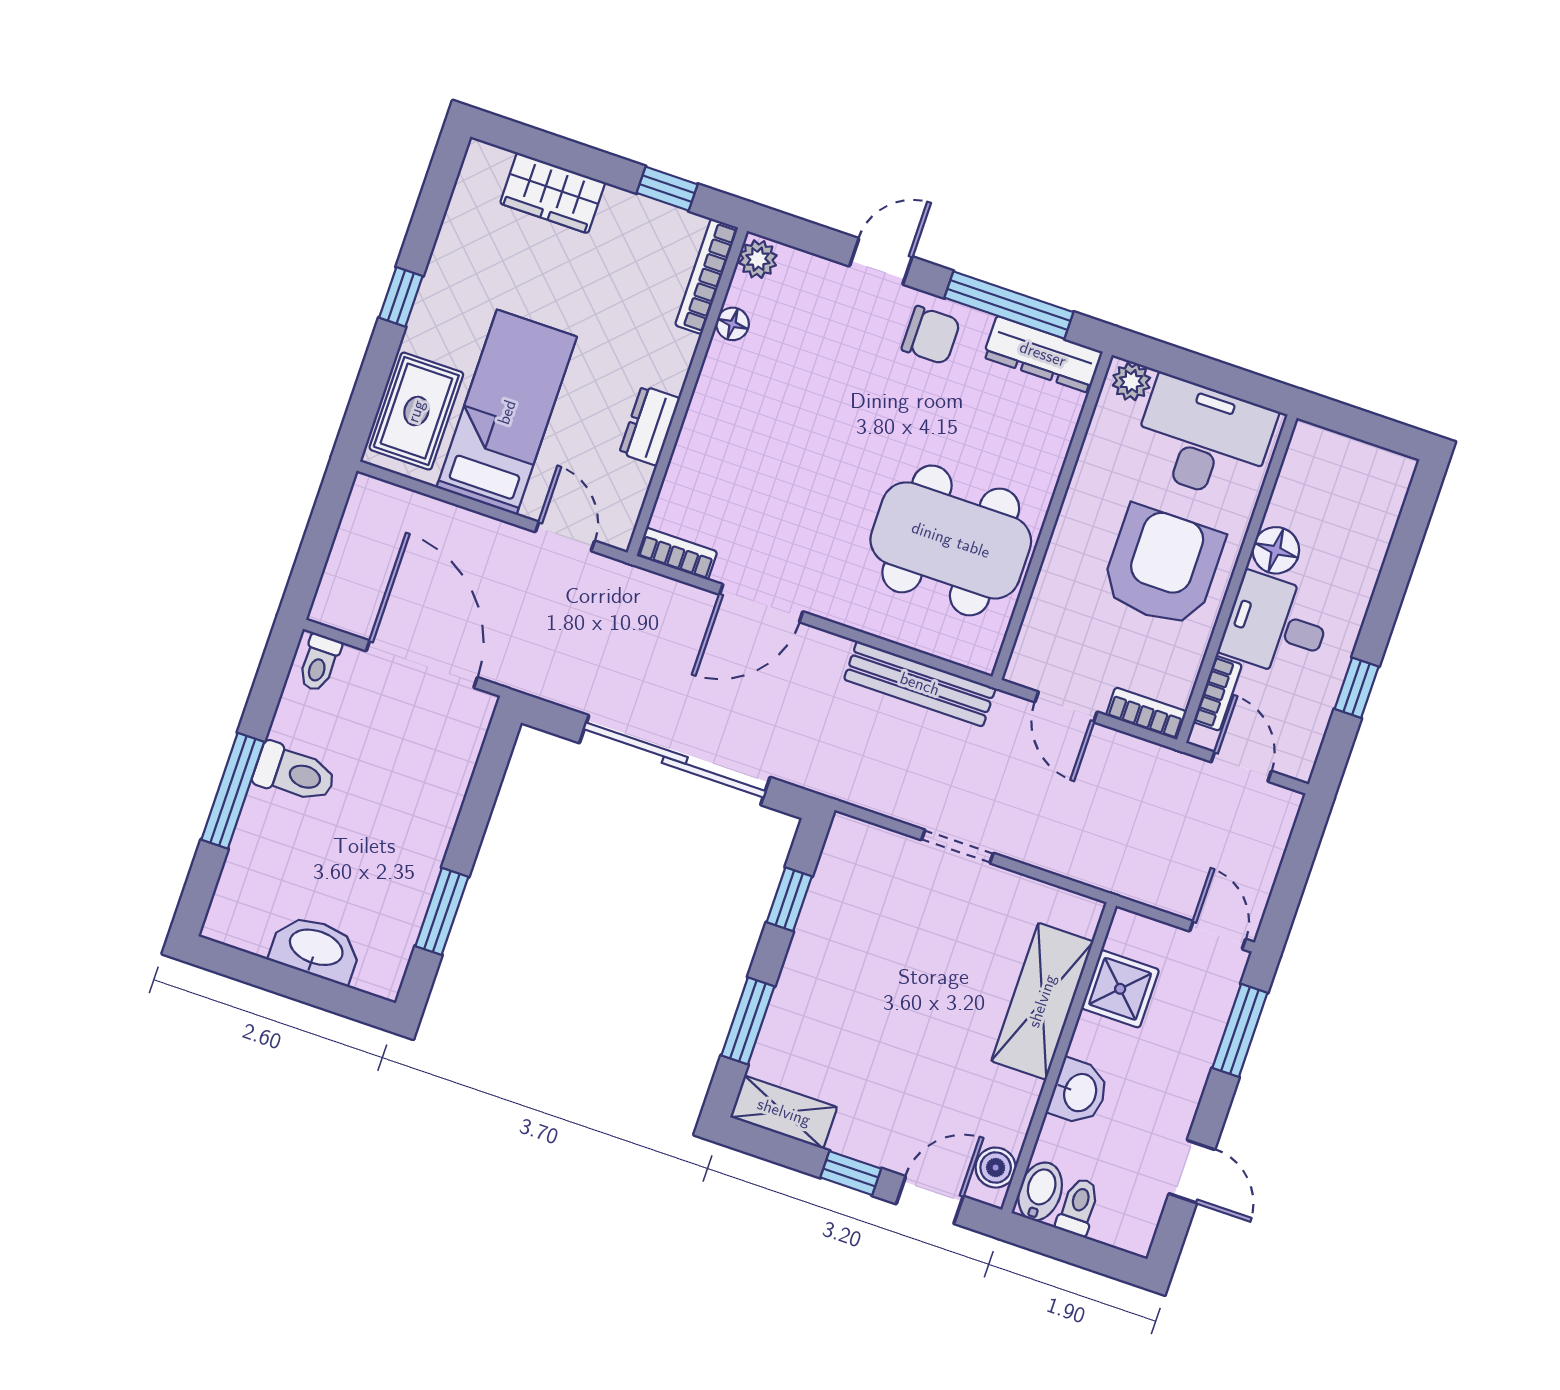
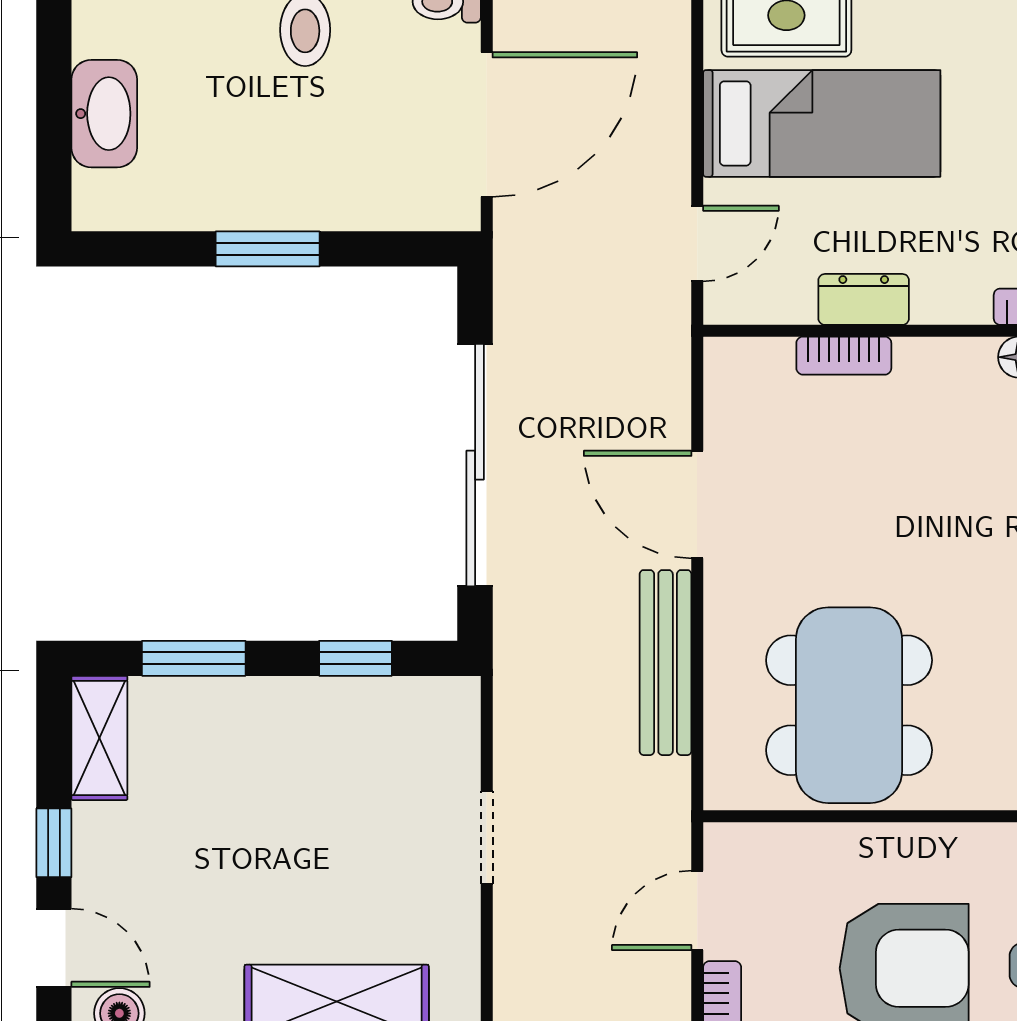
bookcase: (677, 554) -> (844, 356), moved, turned 90
bench: (920, 684) -> (666, 663), moved
window: (442, 911) -> (268, 249), moved

